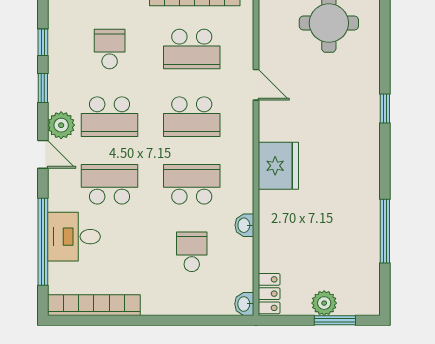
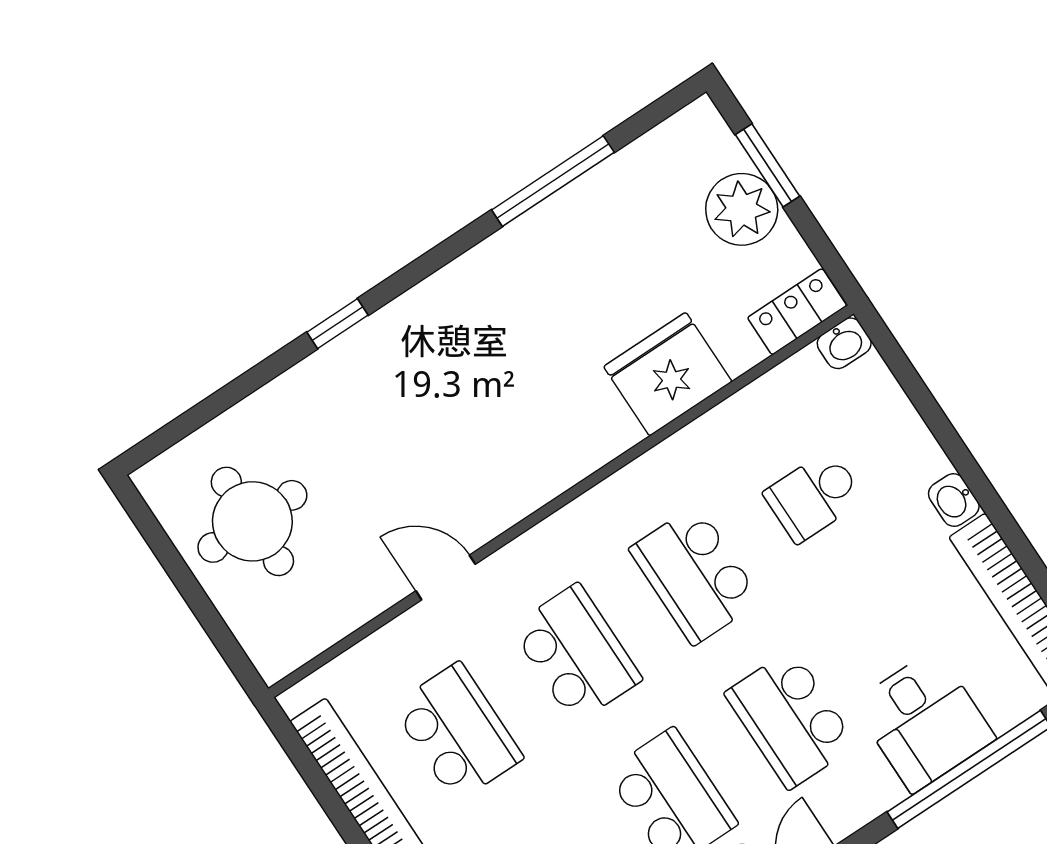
door: (256, 85) -> (446, 577), hinge flipped
fridge: (278, 166) -> (668, 374), moved
washbasin: (244, 225) -> (954, 500), moved, turned 90
plant: (324, 303) -> (742, 209), width x1.36, depth x1.36

